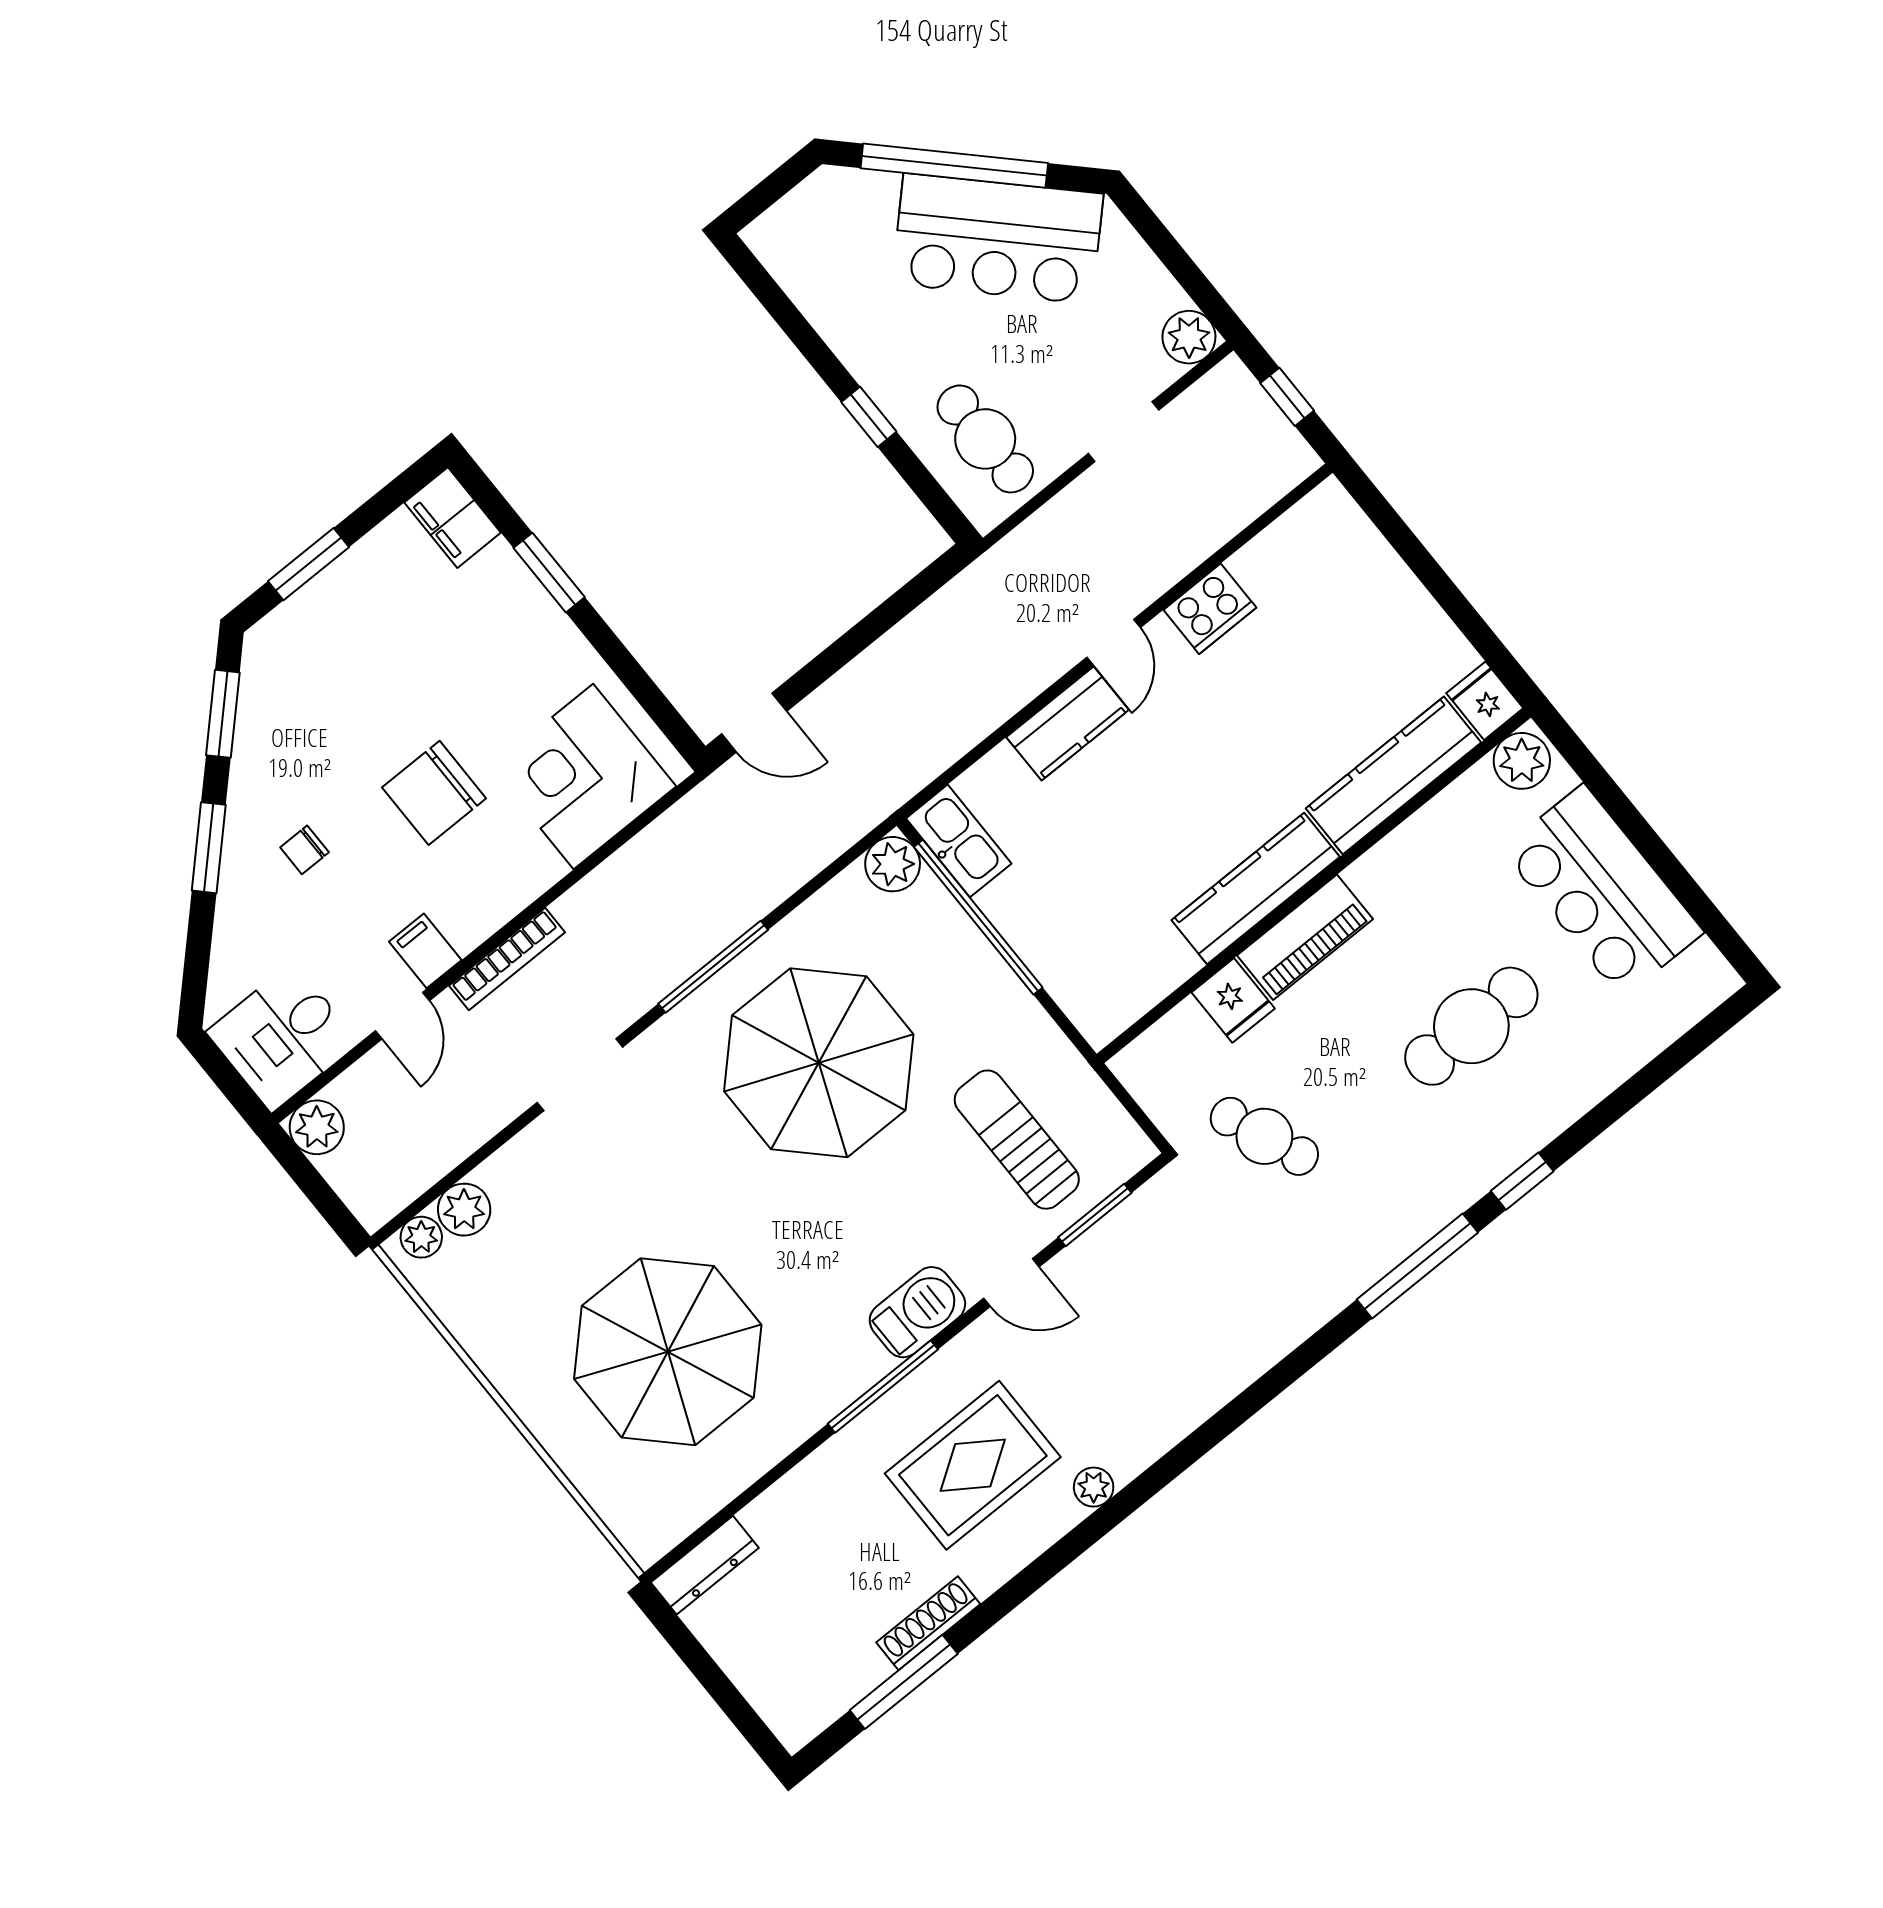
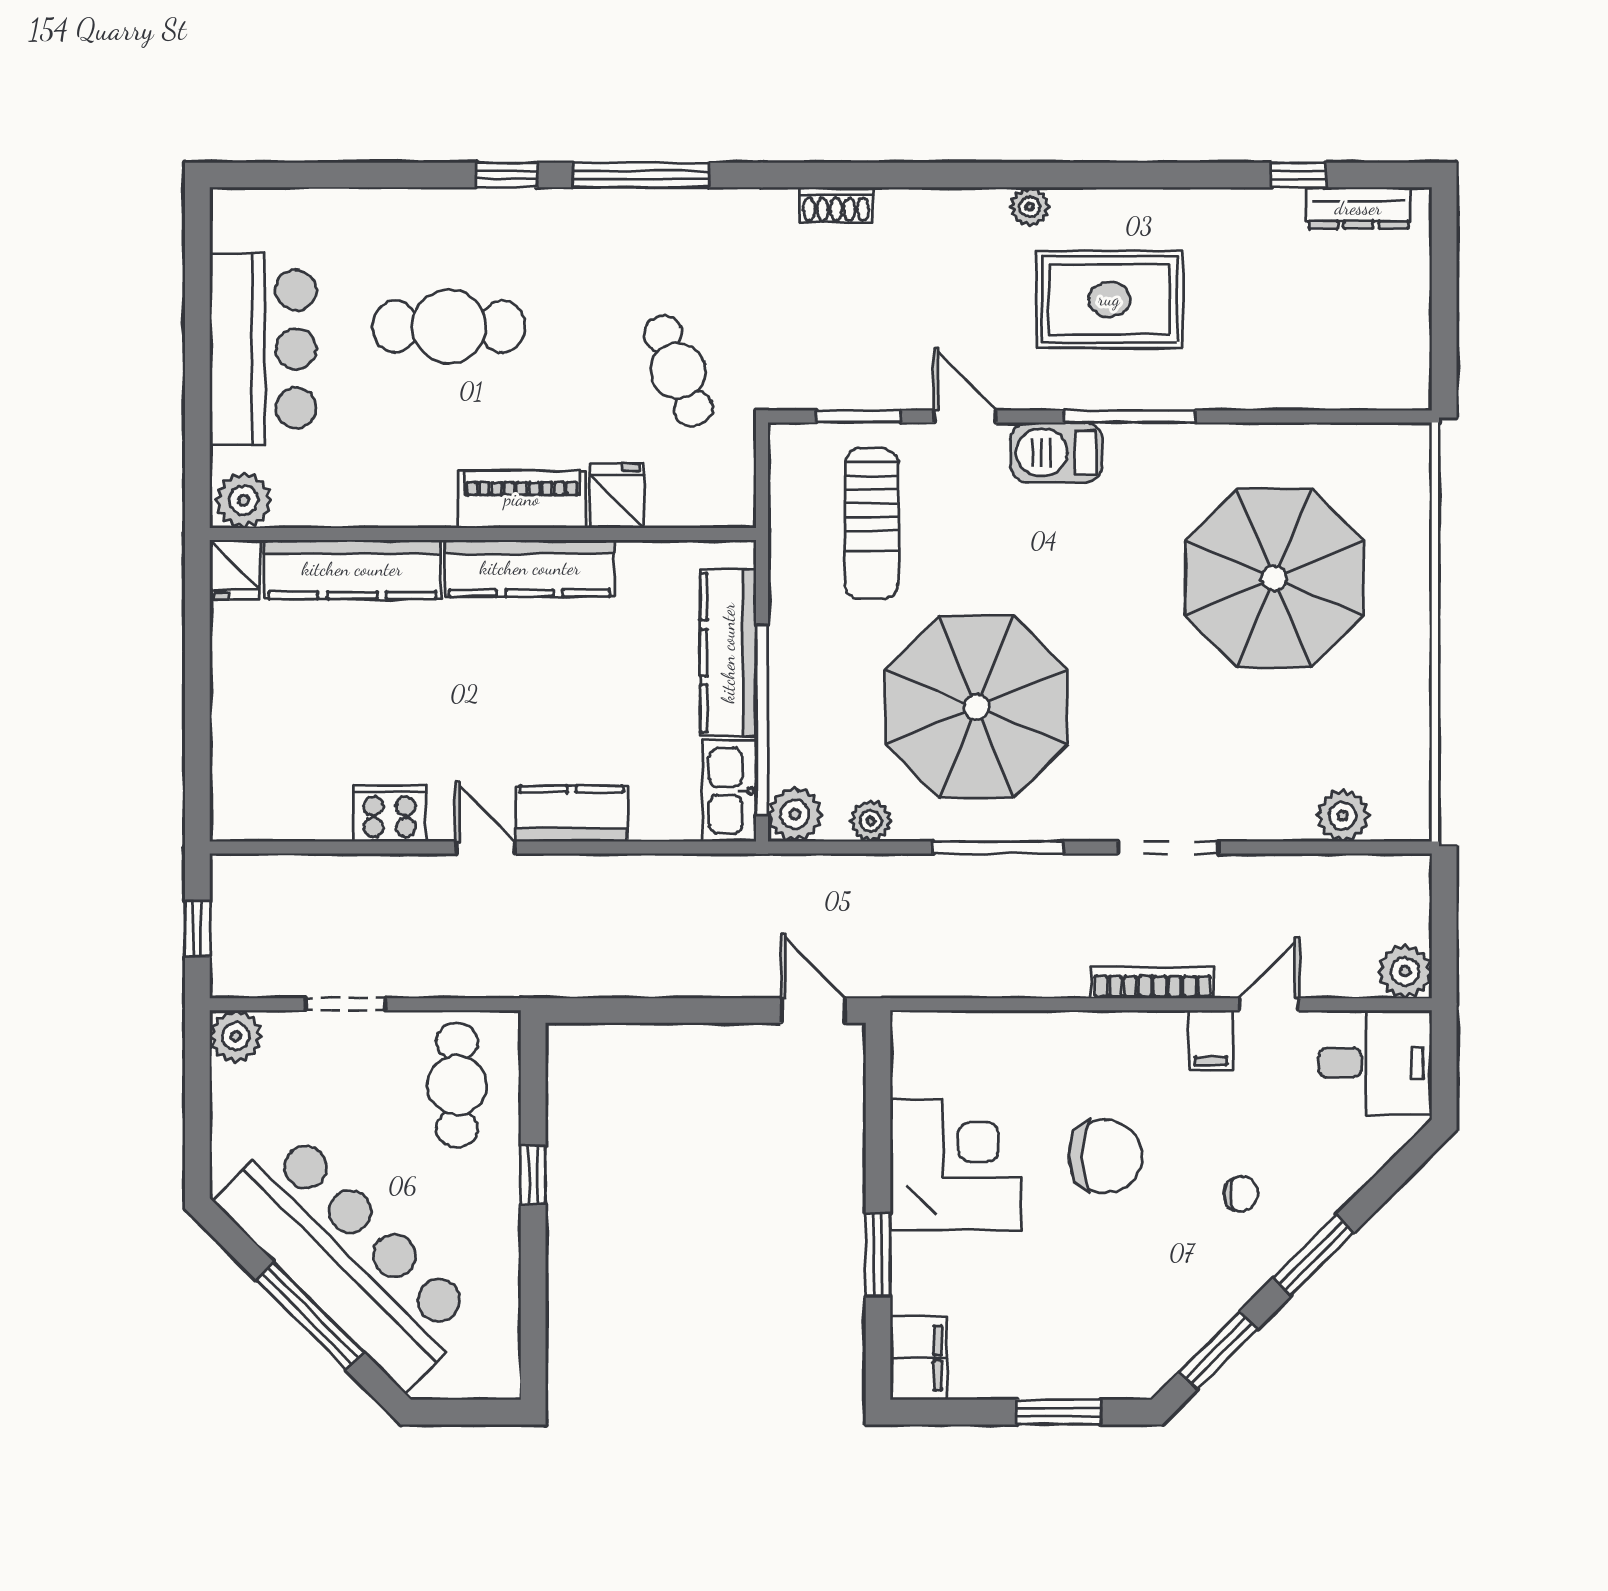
window: (954, 166) -> (310, 1316), width x0.68
bar counter: (998, 239) -> (348, 1258), width x1.36
door: (1114, 642) -> (485, 847), hinge flipped
corner desk: (583, 777) -> (956, 1164), moved, turned -90
kitchen counter: (1047, 948) -> (728, 653), added
plant: (421, 1237) -> (871, 821), moved
dresser: (705, 1565) -> (1358, 208), moved, turned 180
shoe rack: (928, 1623) -> (836, 205), moved, width x0.70
window: (904, 1682) -> (1298, 175), width x0.46

